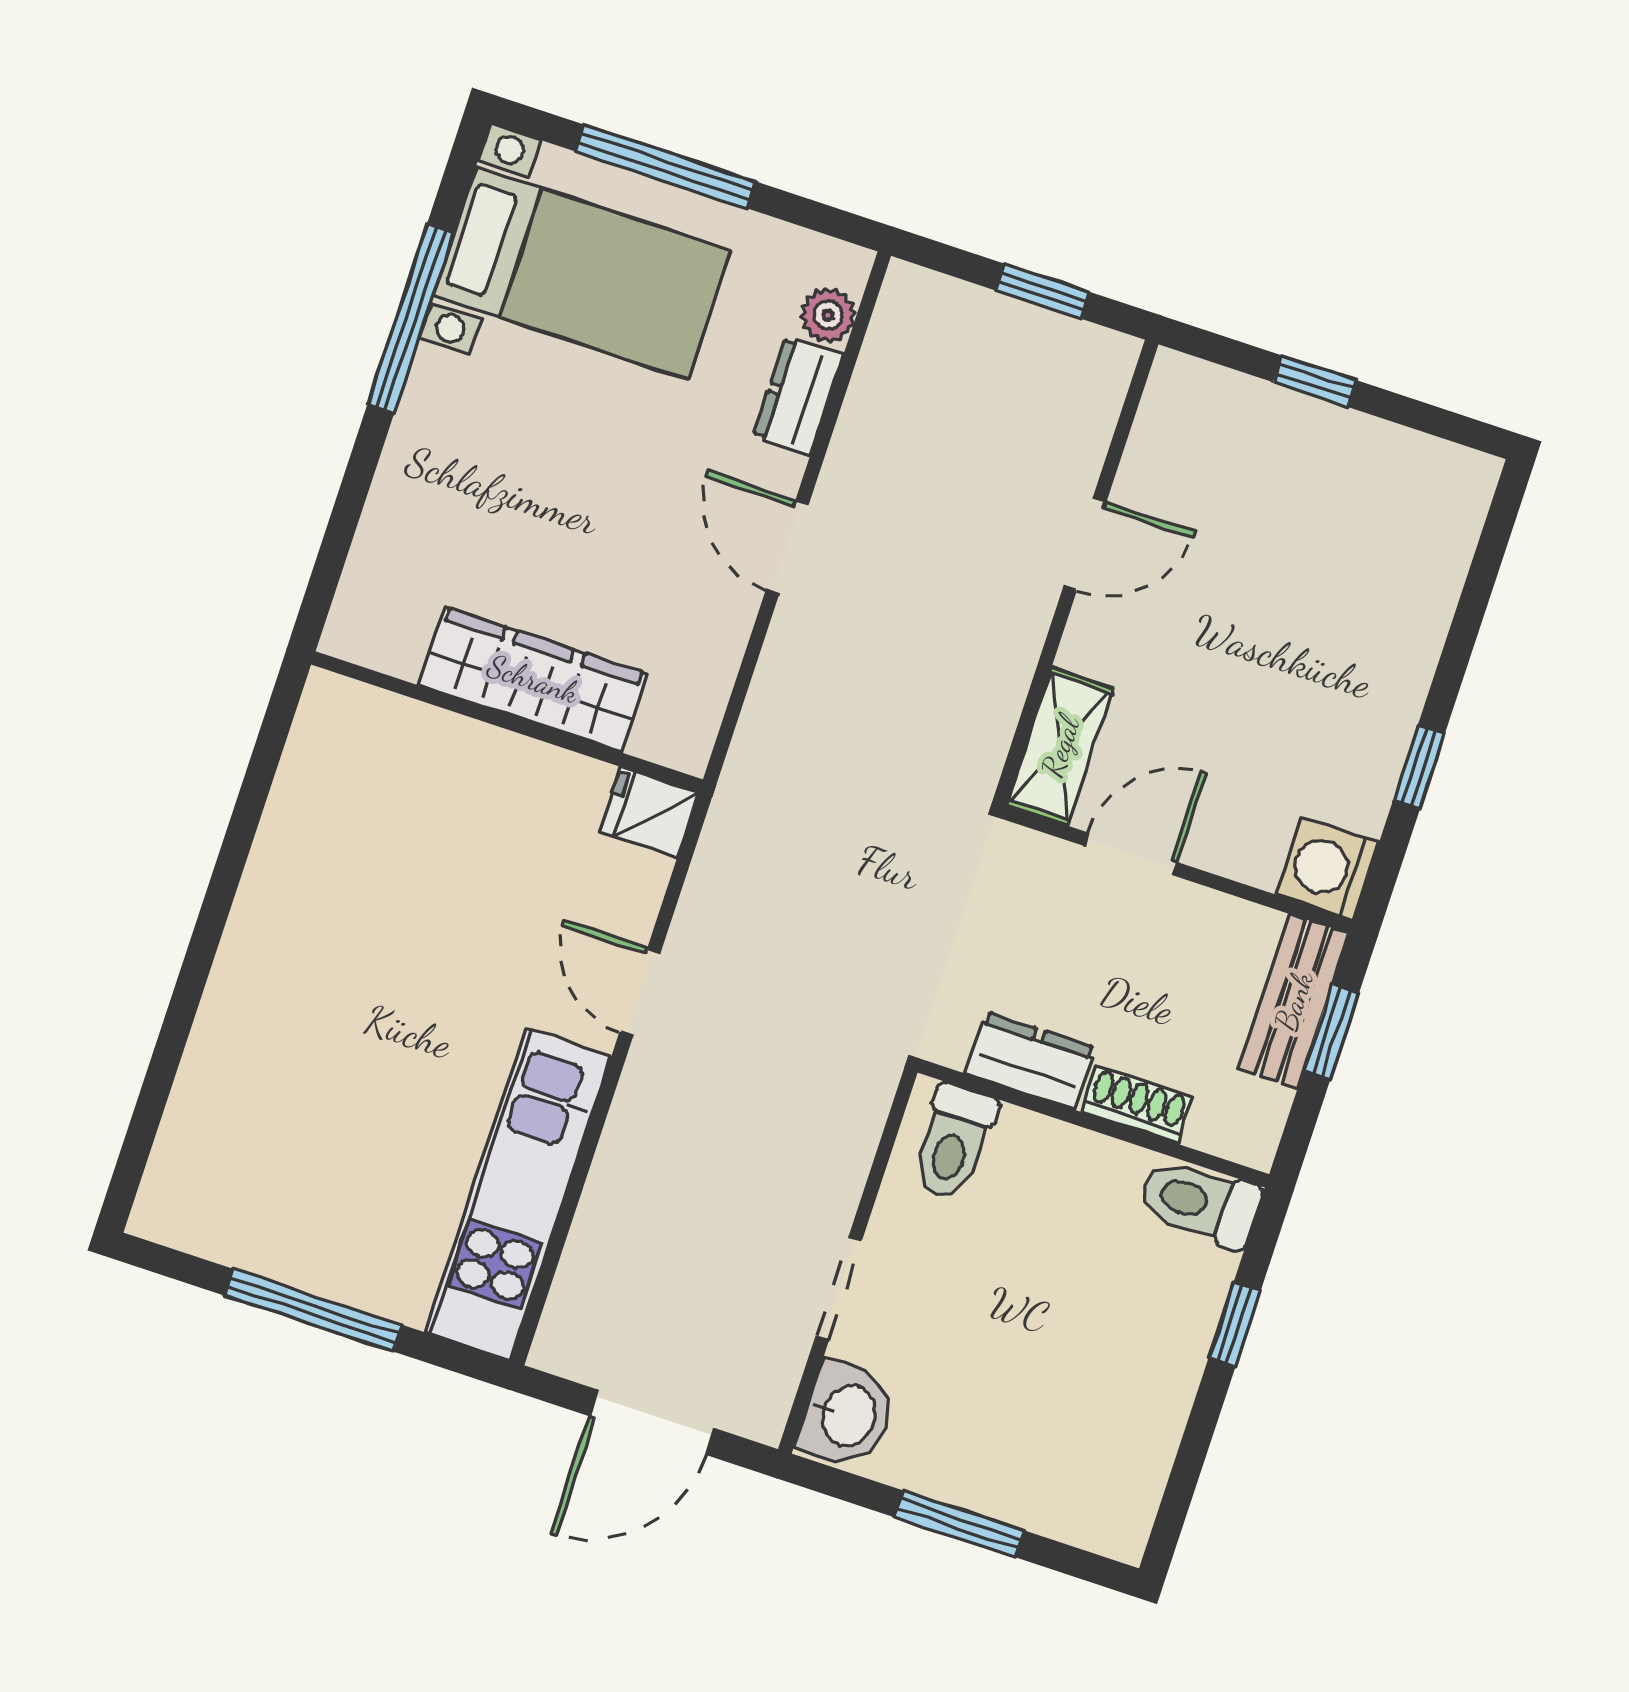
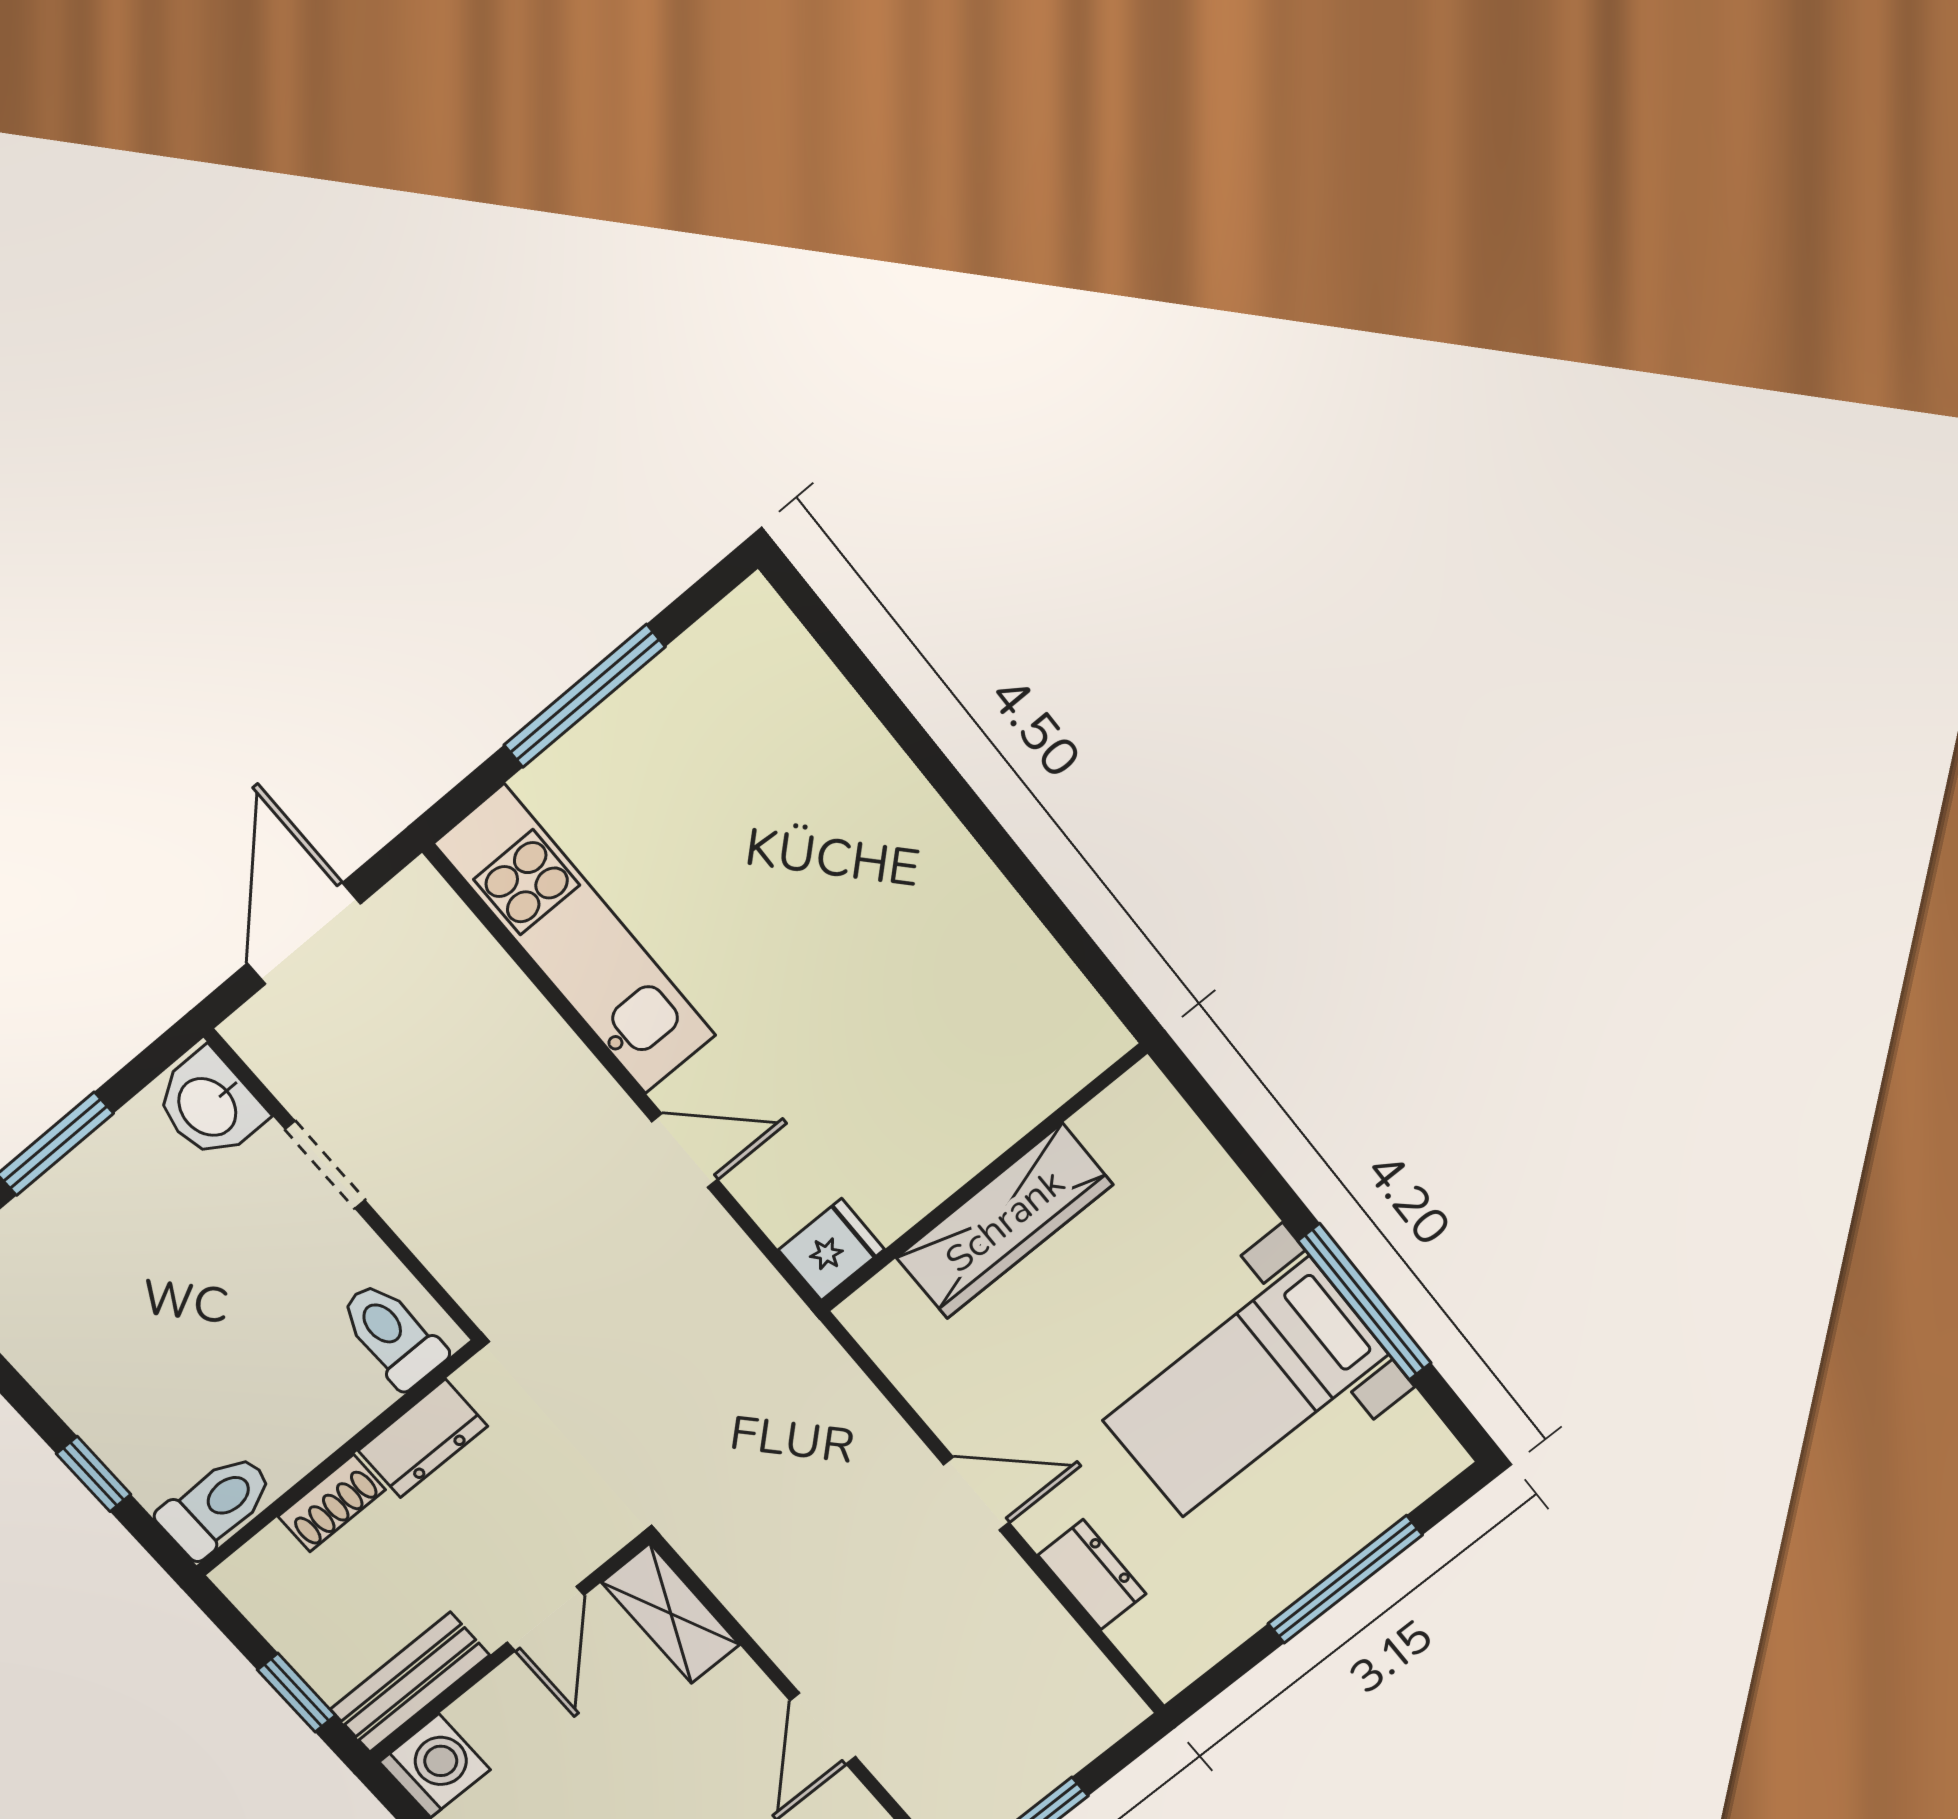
bed with nightstands: (582, 273) -> (1246, 1387), moved
plant: (828, 315) -> (1141, 1636), removed
bench: (1294, 1001) -> (410, 1682), moved, turned 90

